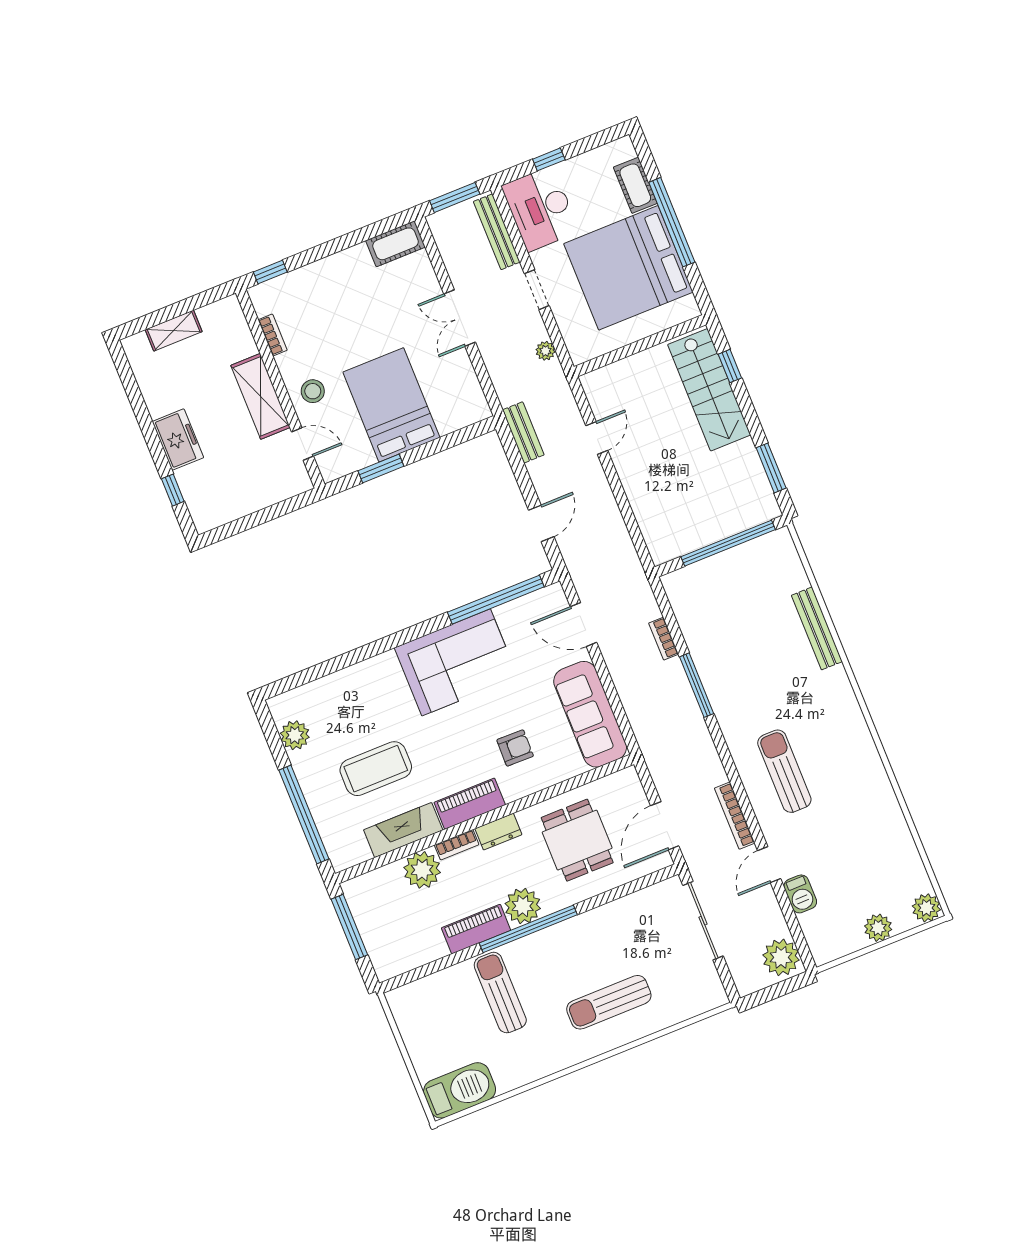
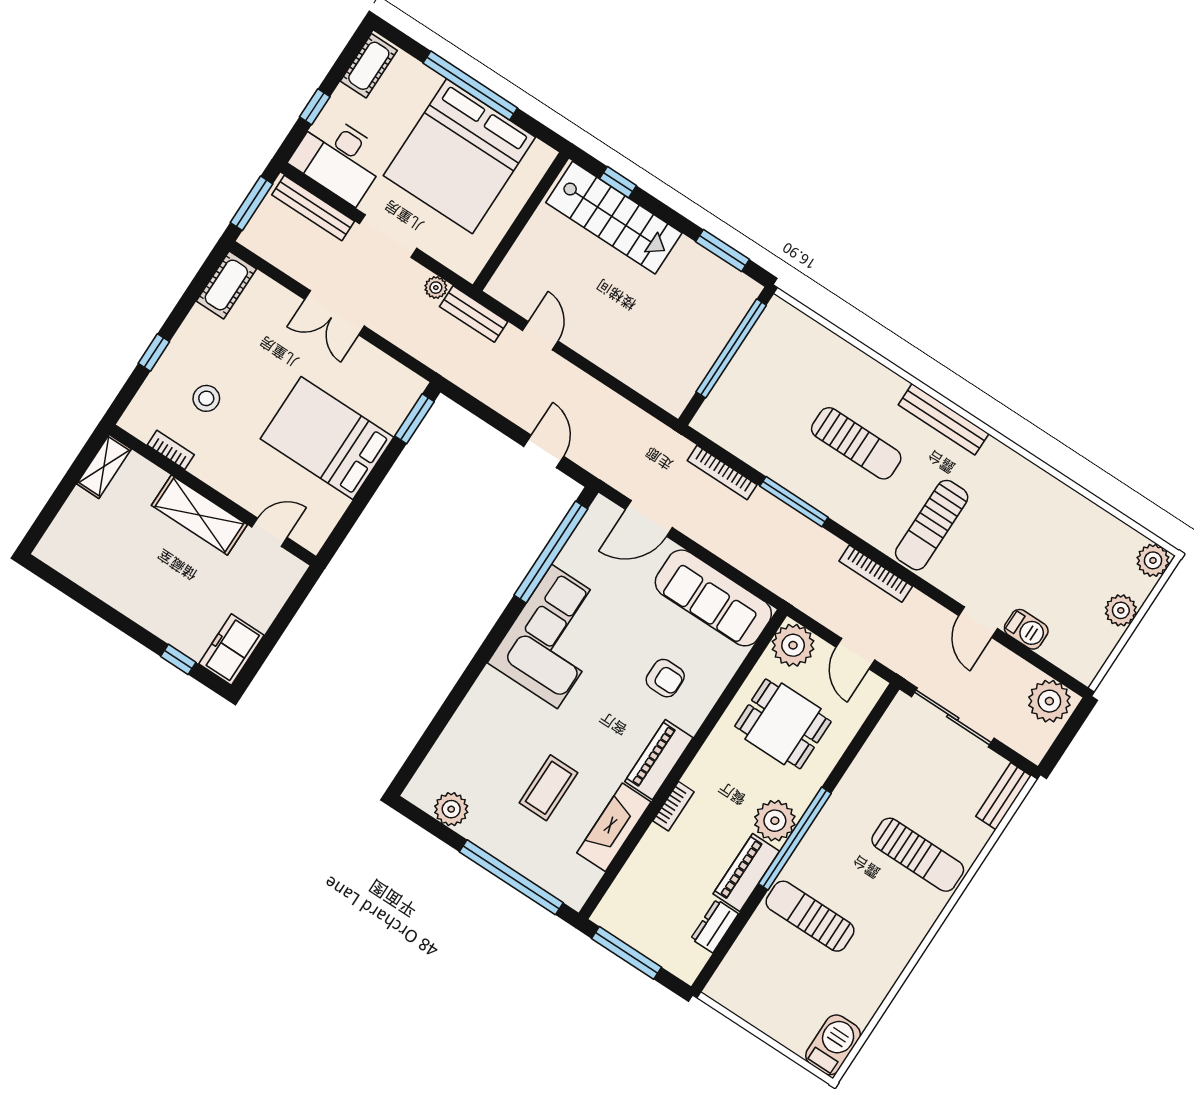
cot: (635, 185) -> (369, 66), moved, turned 90
window: (270, 272) -> (154, 353), moved
doorway: (537, 290) -> (388, 236), width x1.38
shelving: (174, 331) -> (104, 466), moved
stool: (313, 391) -> (206, 398), moved
bench: (523, 432) -> (474, 314), moved
freezer: (178, 440) -> (231, 649), moved, turned -90
window: (381, 469) -> (414, 419), moved
bench: (817, 628) -> (944, 419), moved
bookcase: (664, 639) -> (722, 473), width x1.56
sun lounger: (771, 674) -> (856, 443), added
armchair: (515, 748) -> (665, 678), turned 89
coffee table: (376, 769) -> (548, 788), width x0.73, depth x0.76
sun lounger: (784, 771) -> (932, 525), turned -90
bookcase: (735, 816) -> (876, 574), moved
door: (665, 826) -> (855, 654), width x0.73
dresser: (498, 832) -> (715, 926), moved, turned 180
plant: (422, 870) -> (793, 645), moved
sun lounger: (609, 1002) -> (918, 855), turned -90
bench: (700, 1003) -> (1004, 796), added
barbecue: (460, 1090) -> (833, 1045), width x0.73, depth x0.83

